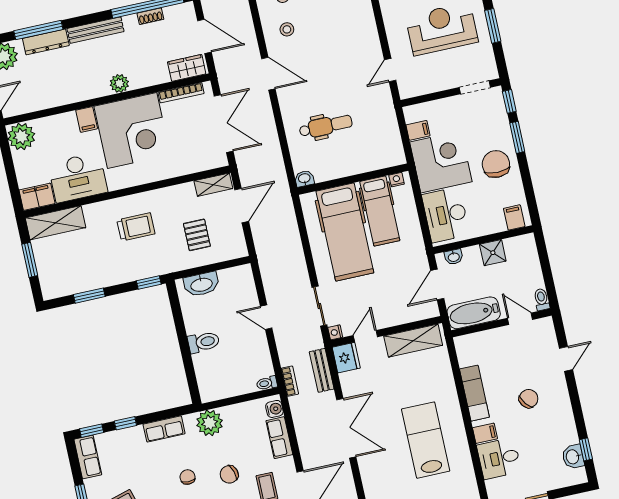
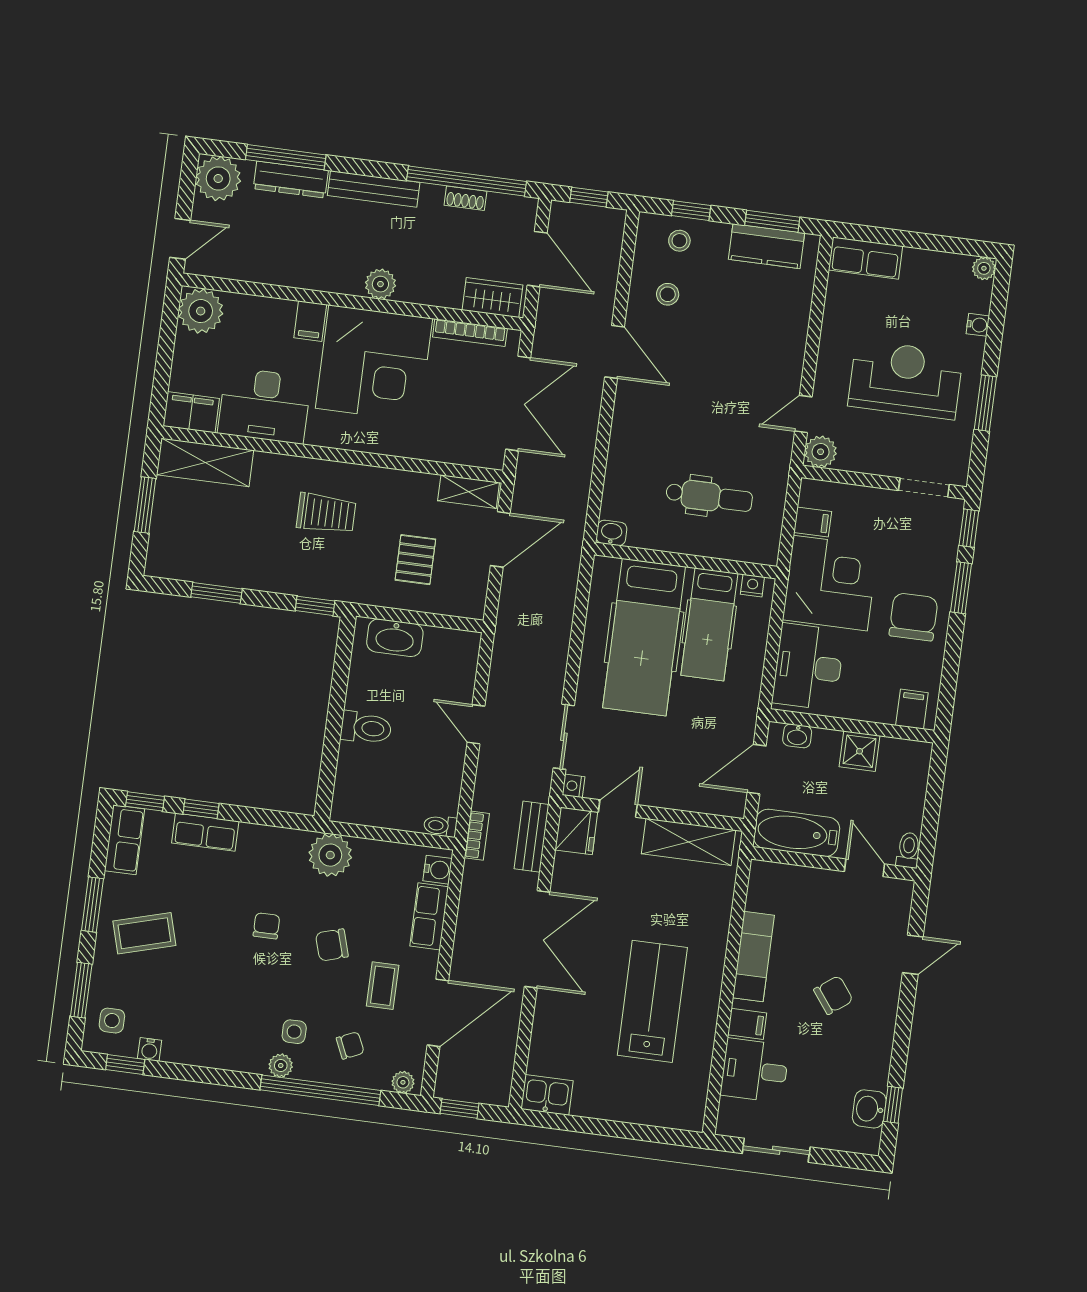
plant: (408, 88) -> (821, 452), added
dental chair: (326, 126) -> (709, 497), moved
row of seats: (164, 429) -> (205, 832), moved

